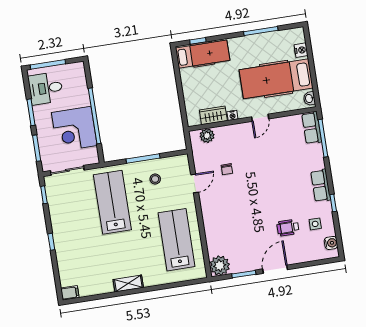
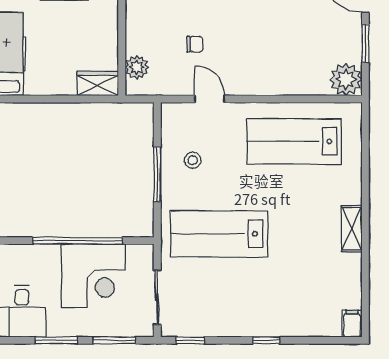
wardrobe: (213, 115) -> (98, 84), moved, turned 90
nightstand: (232, 115) -> (111, 22), removed

